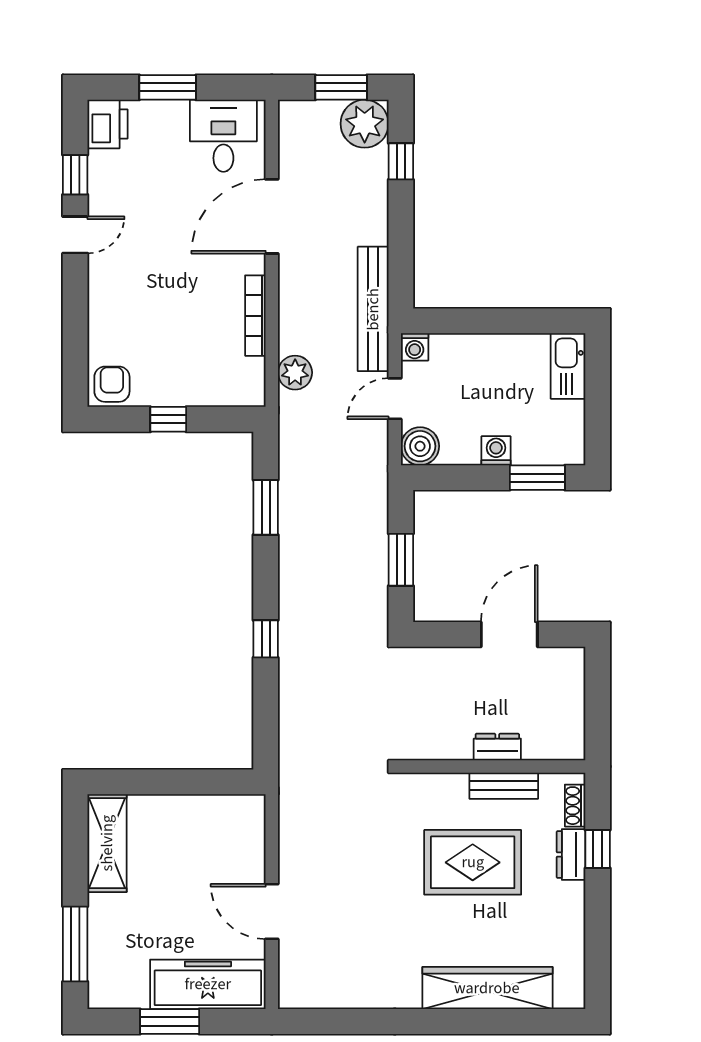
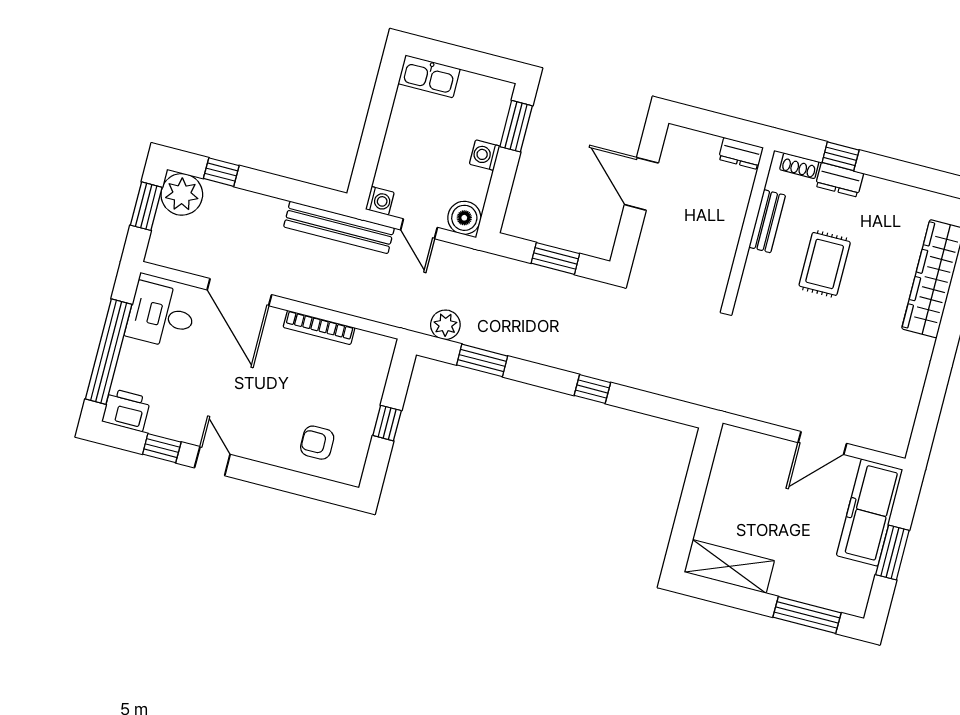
window: (168, 87) -> (109, 352), width x2.11
plant: (295, 373) -> (445, 325), moved
armchair: (112, 384) -> (317, 443), moved
dresser: (497, 747) -> (741, 153), moved, turned -90
rug: (473, 862) -> (825, 264), width x0.73, depth x0.70

